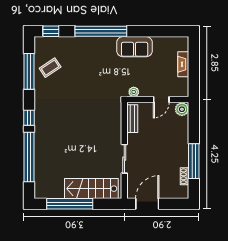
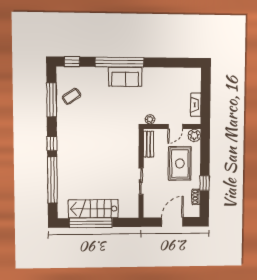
sofa: (135, 47) -> (125, 77), moved
fireplace: (183, 64) -> (196, 105), moved
rug: (166, 140) -> (180, 163), added
window: (194, 161) -> (205, 183), width x0.46
stairs: (91, 189) -> (93, 209), moved
door: (147, 204) -> (172, 222), moved

